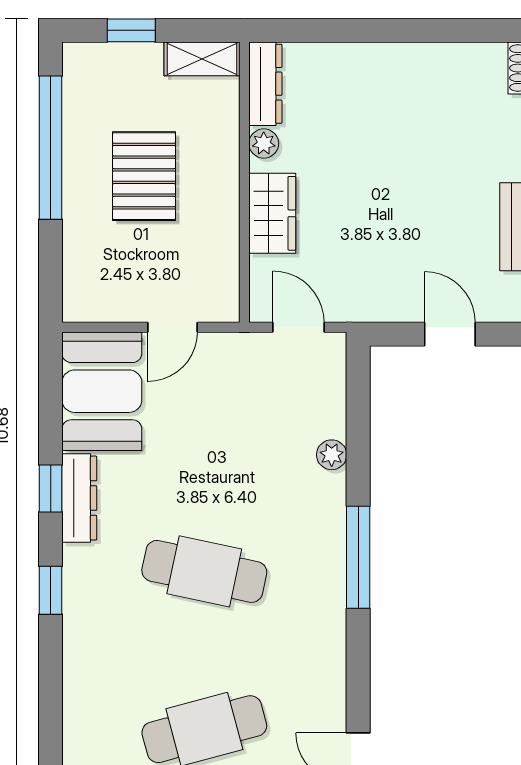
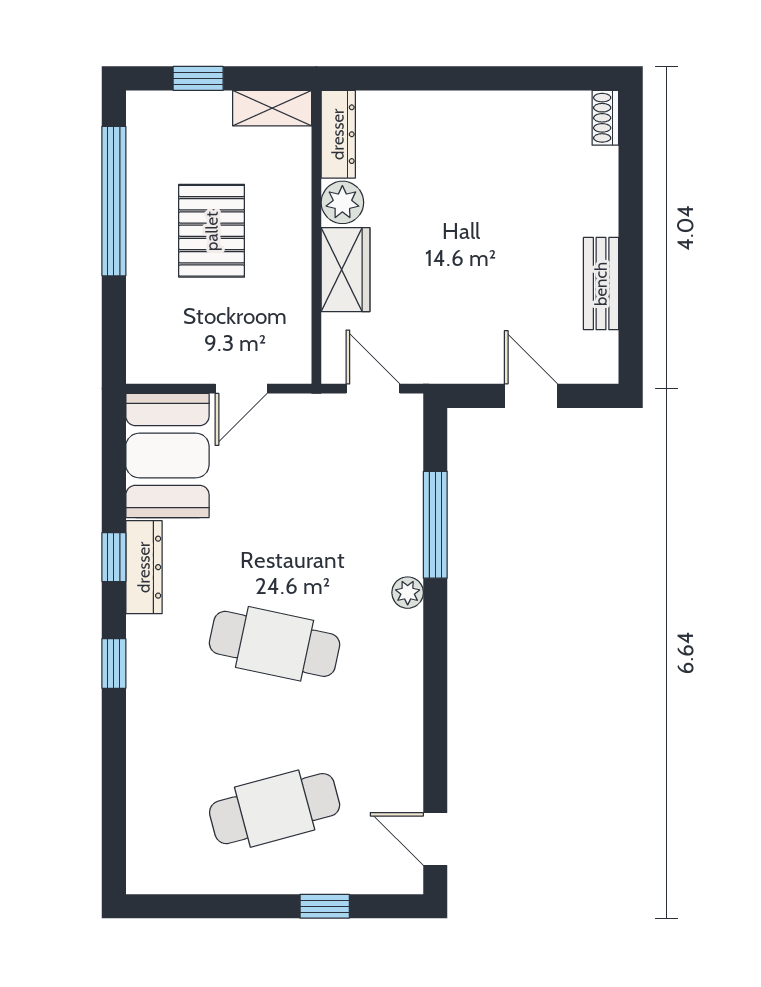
plant: (264, 143) -> (342, 202), width x1.38, depth x1.38
plant: (332, 455) -> (408, 593), moved
window: (358, 557) -> (435, 525), moved

